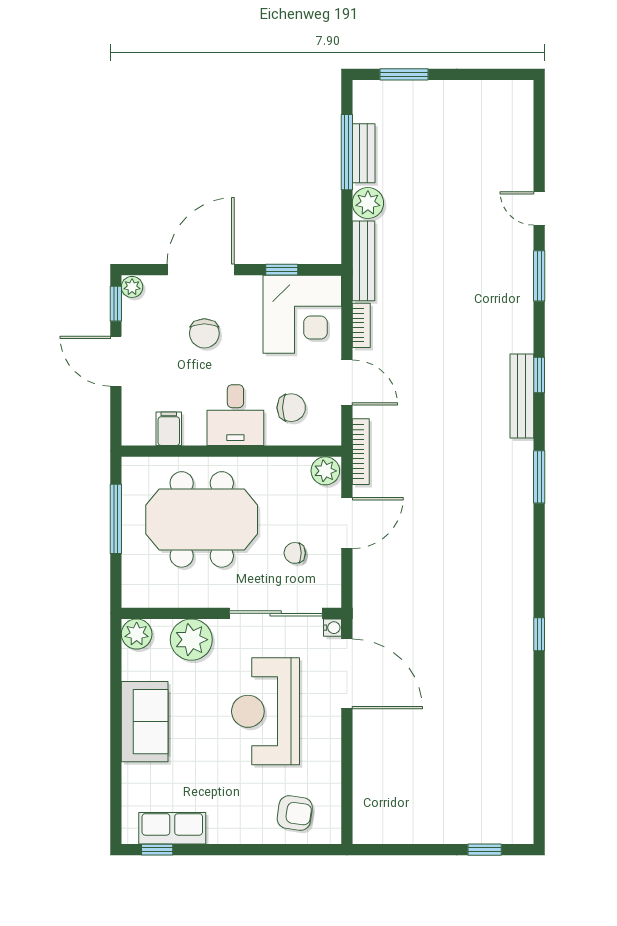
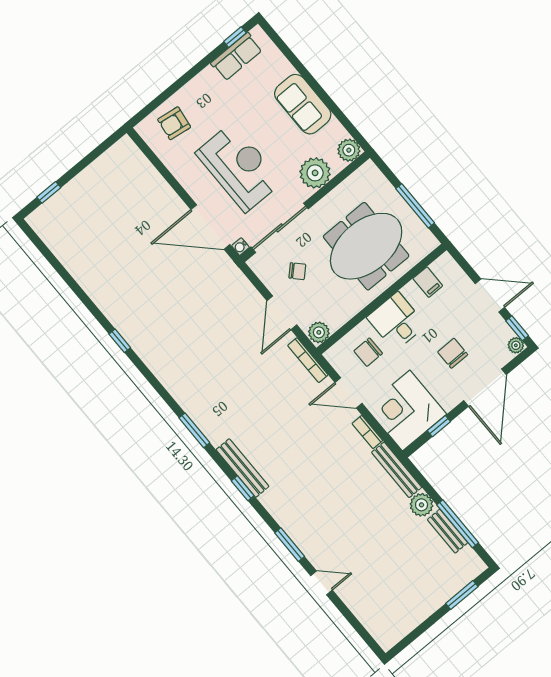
chair: (295, 553) -> (297, 271), turned 46

